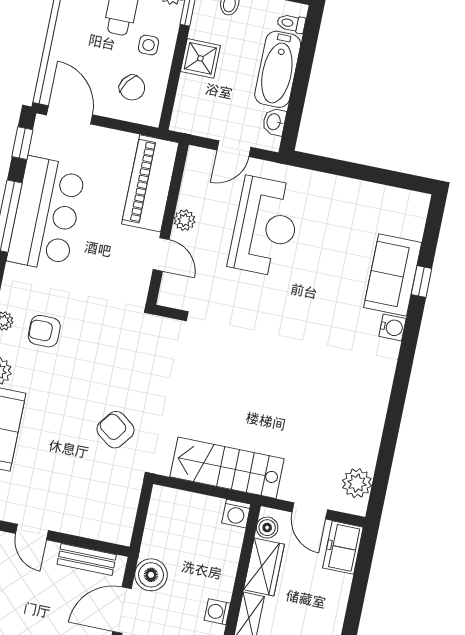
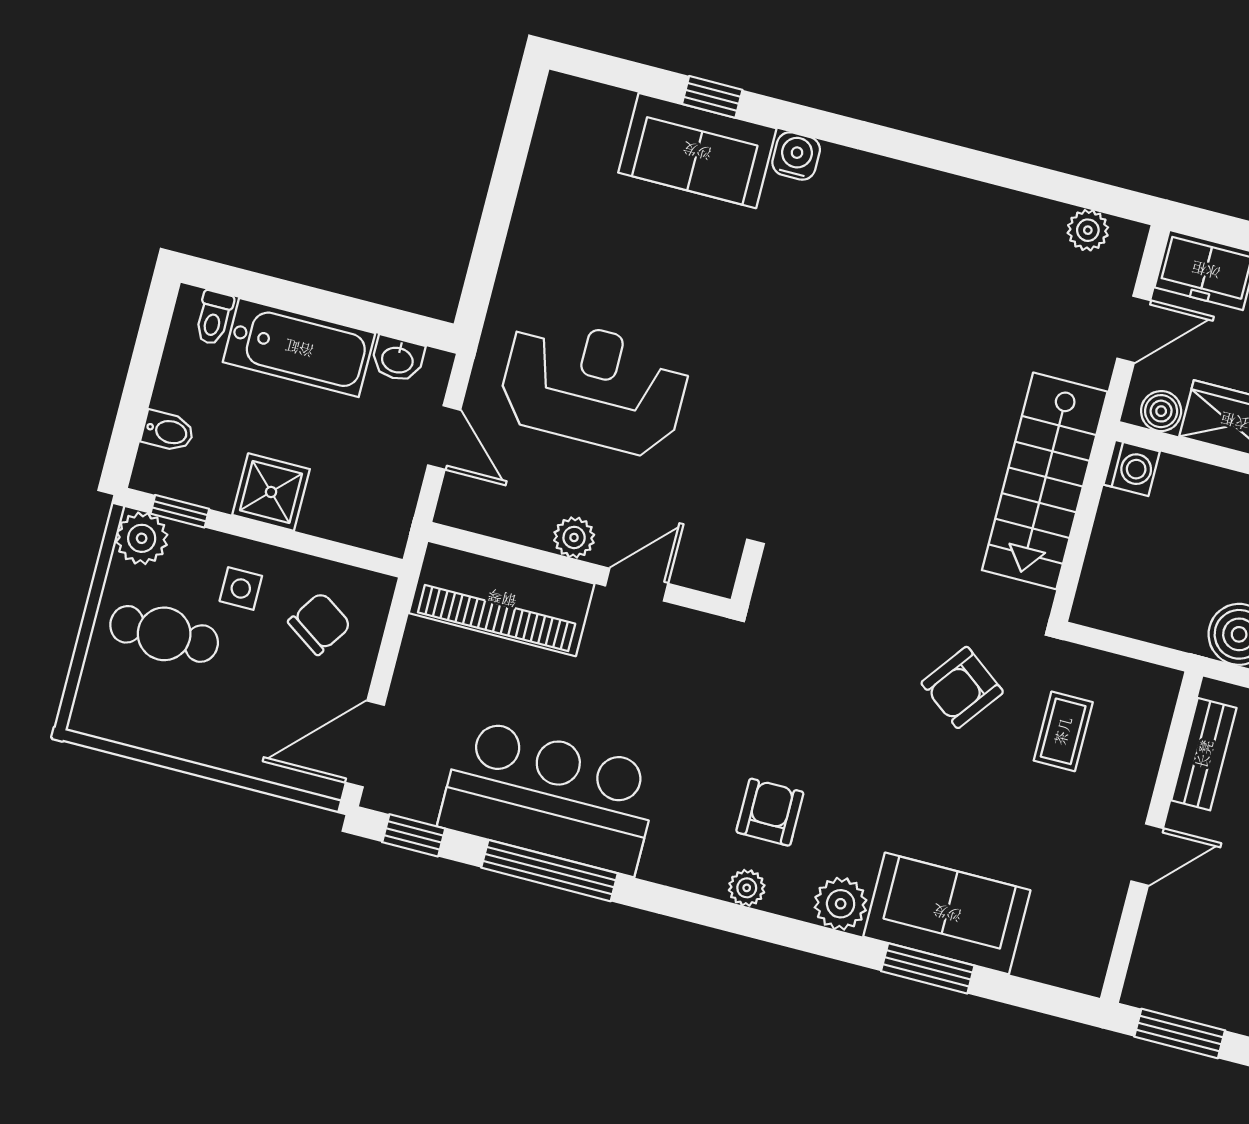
armchair: (44, 331) -> (770, 812), turned 180
plant: (357, 483) -> (1088, 230), width x0.73, depth x0.73
coffee table: (95, 484) -> (1063, 731), added

